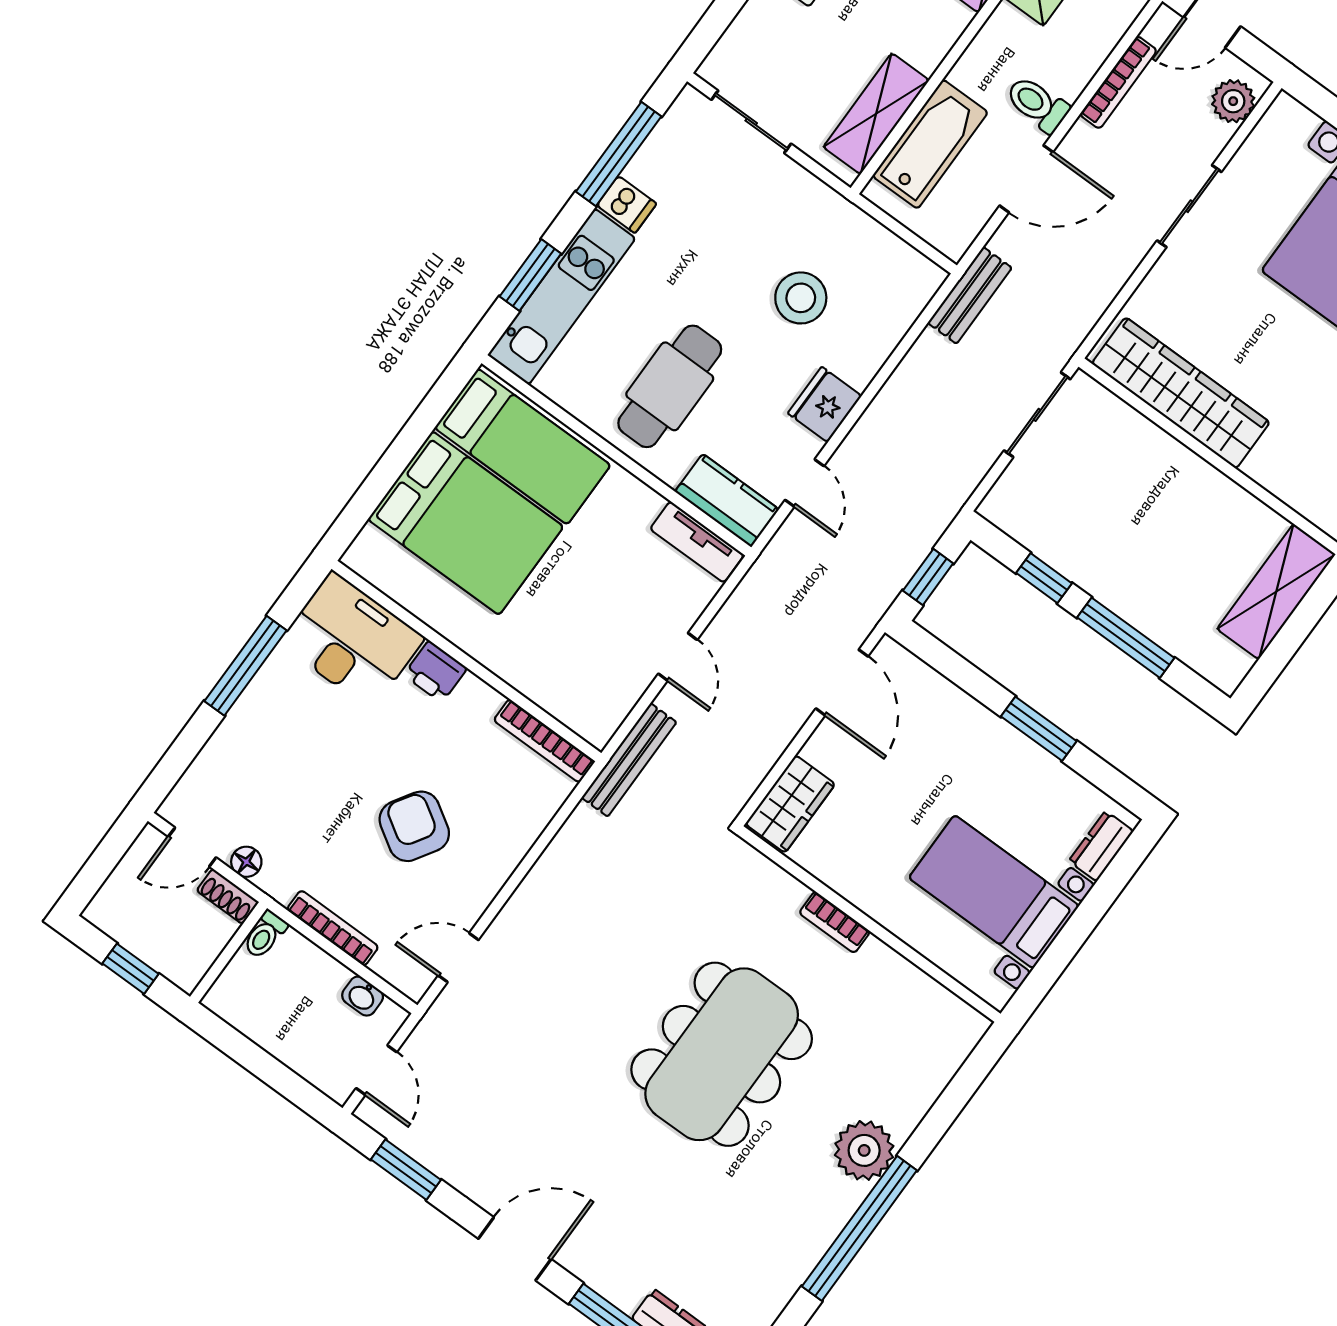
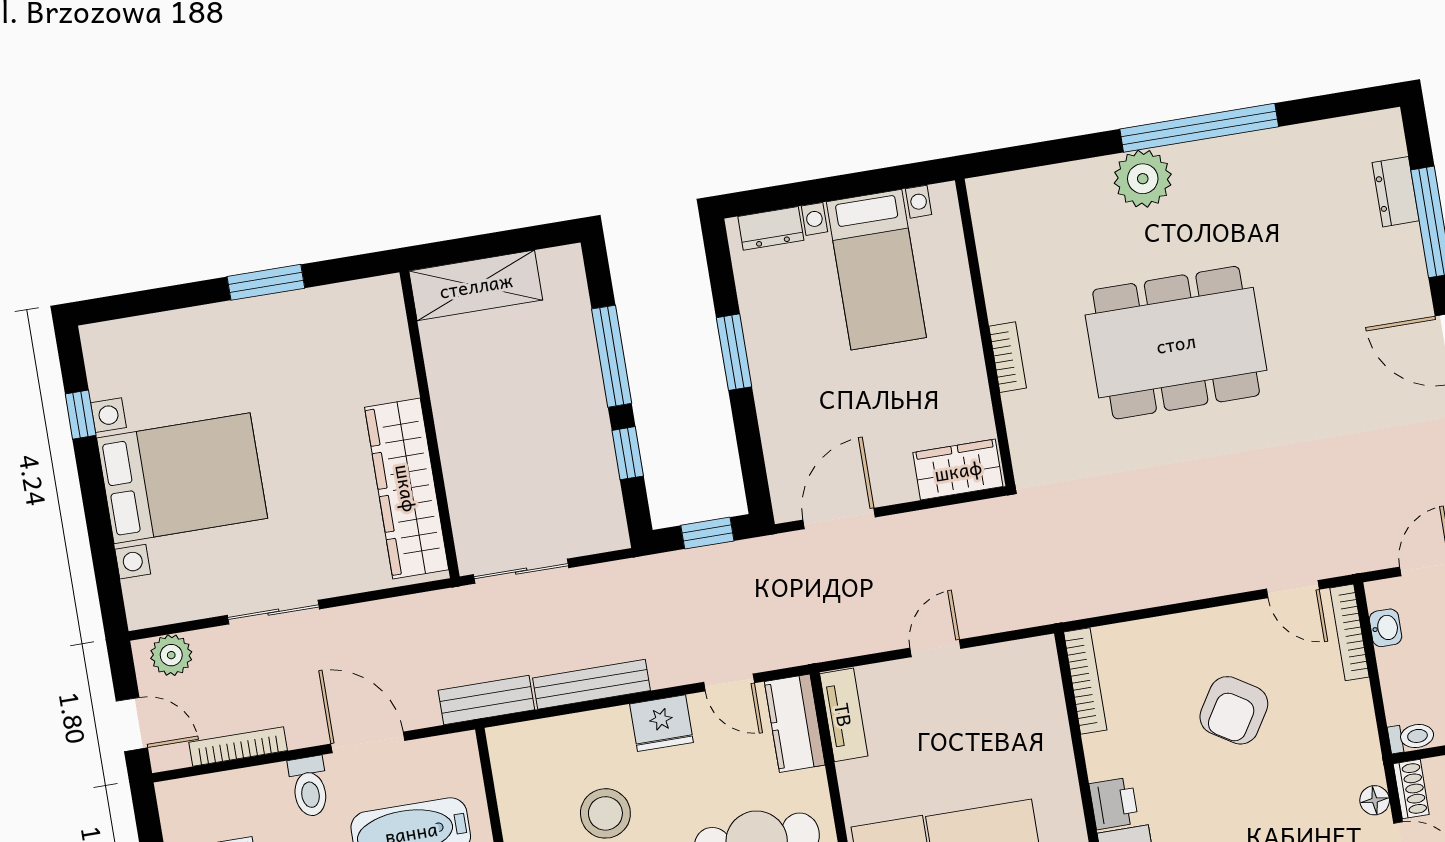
door: (805, 483) -> (729, 682), swing flipped
bench: (629, 760) -> (591, 684), moved
bookcase: (333, 928) -> (1349, 632), moved

